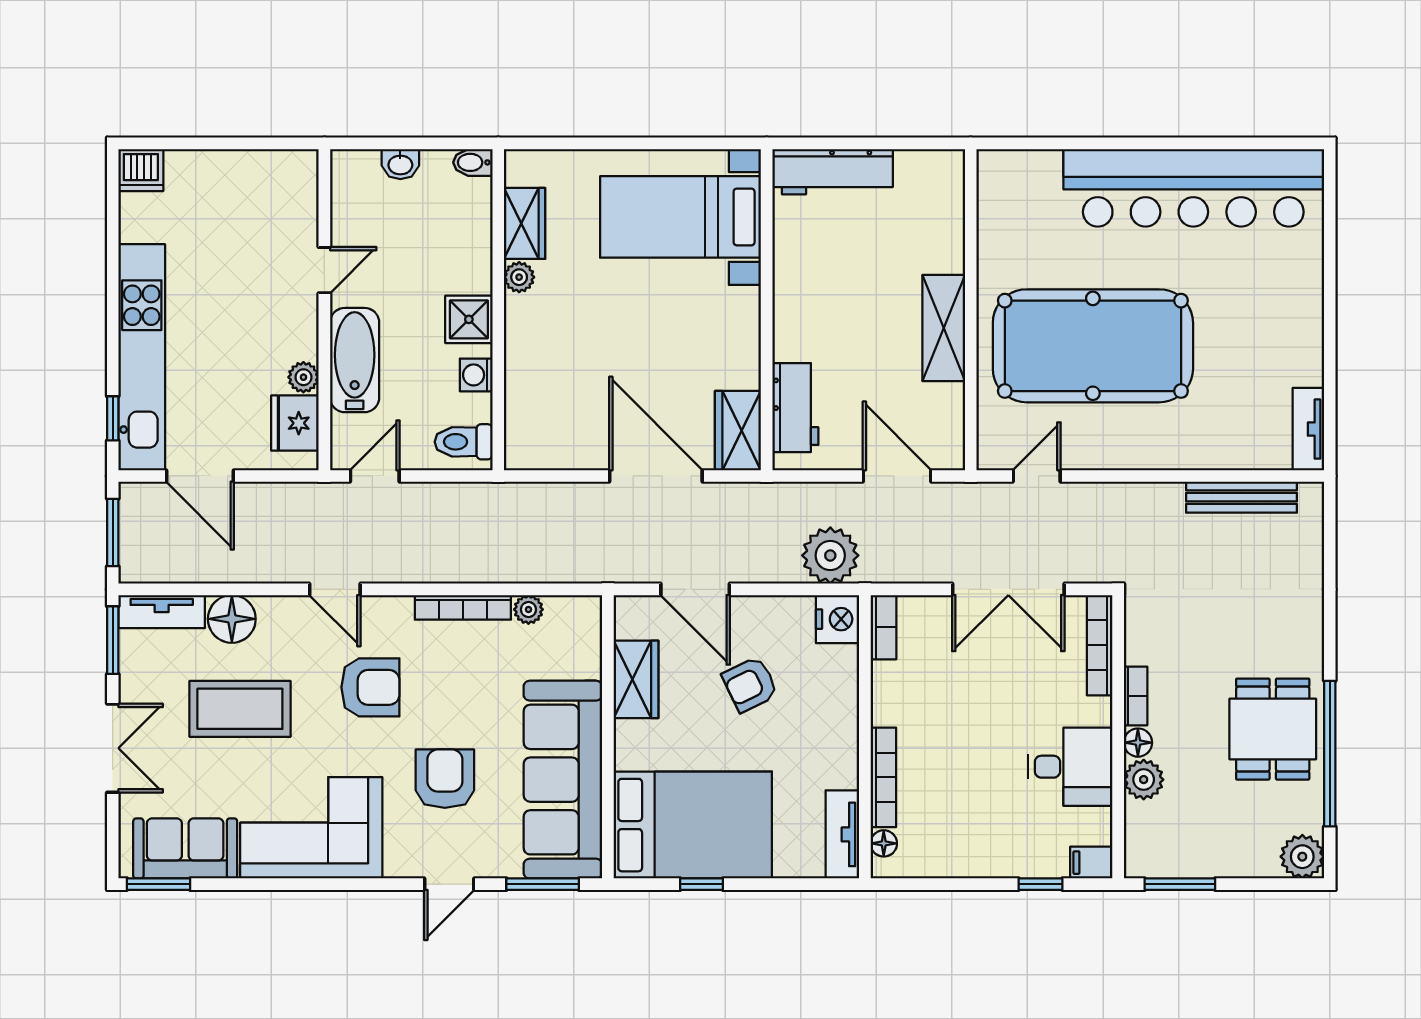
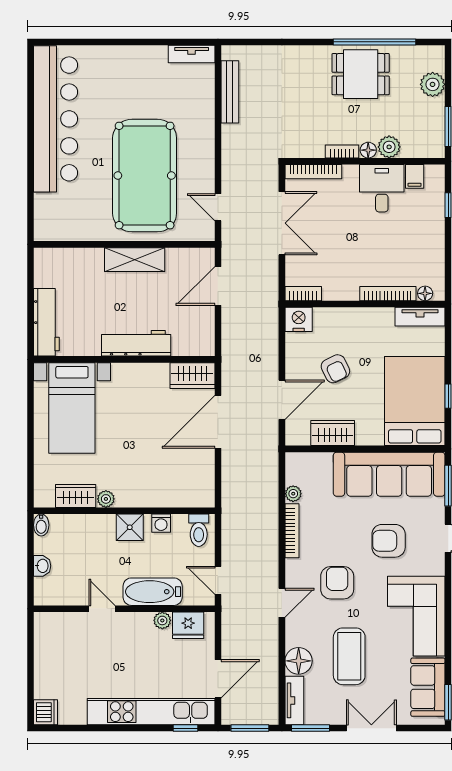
workbench: (795, 408) -> (136, 343), moved, width x1.38
plant: (830, 555) -> (263, 324), removed
plant: (1302, 857) -> (433, 84), moved
filing cabinet: (1091, 863) -> (415, 176), moved

